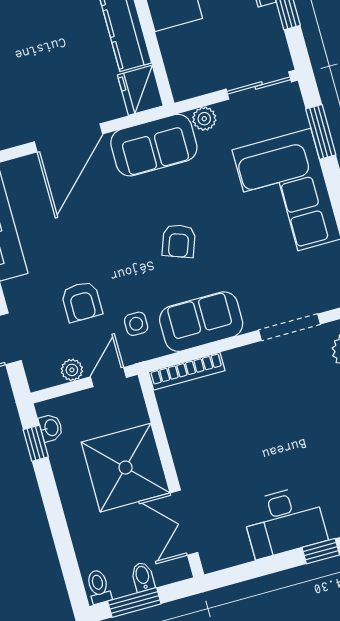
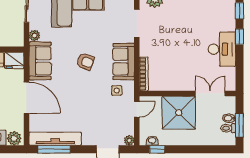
armchair: (82, 302) -> (100, 112), removed
plant: (72, 370) -> (129, 140), moved
door: (108, 377) -> (137, 109), swing flipped
double door: (184, 523) -> (210, 93), swing flipped
toilet: (99, 587) -> (228, 128), moved

